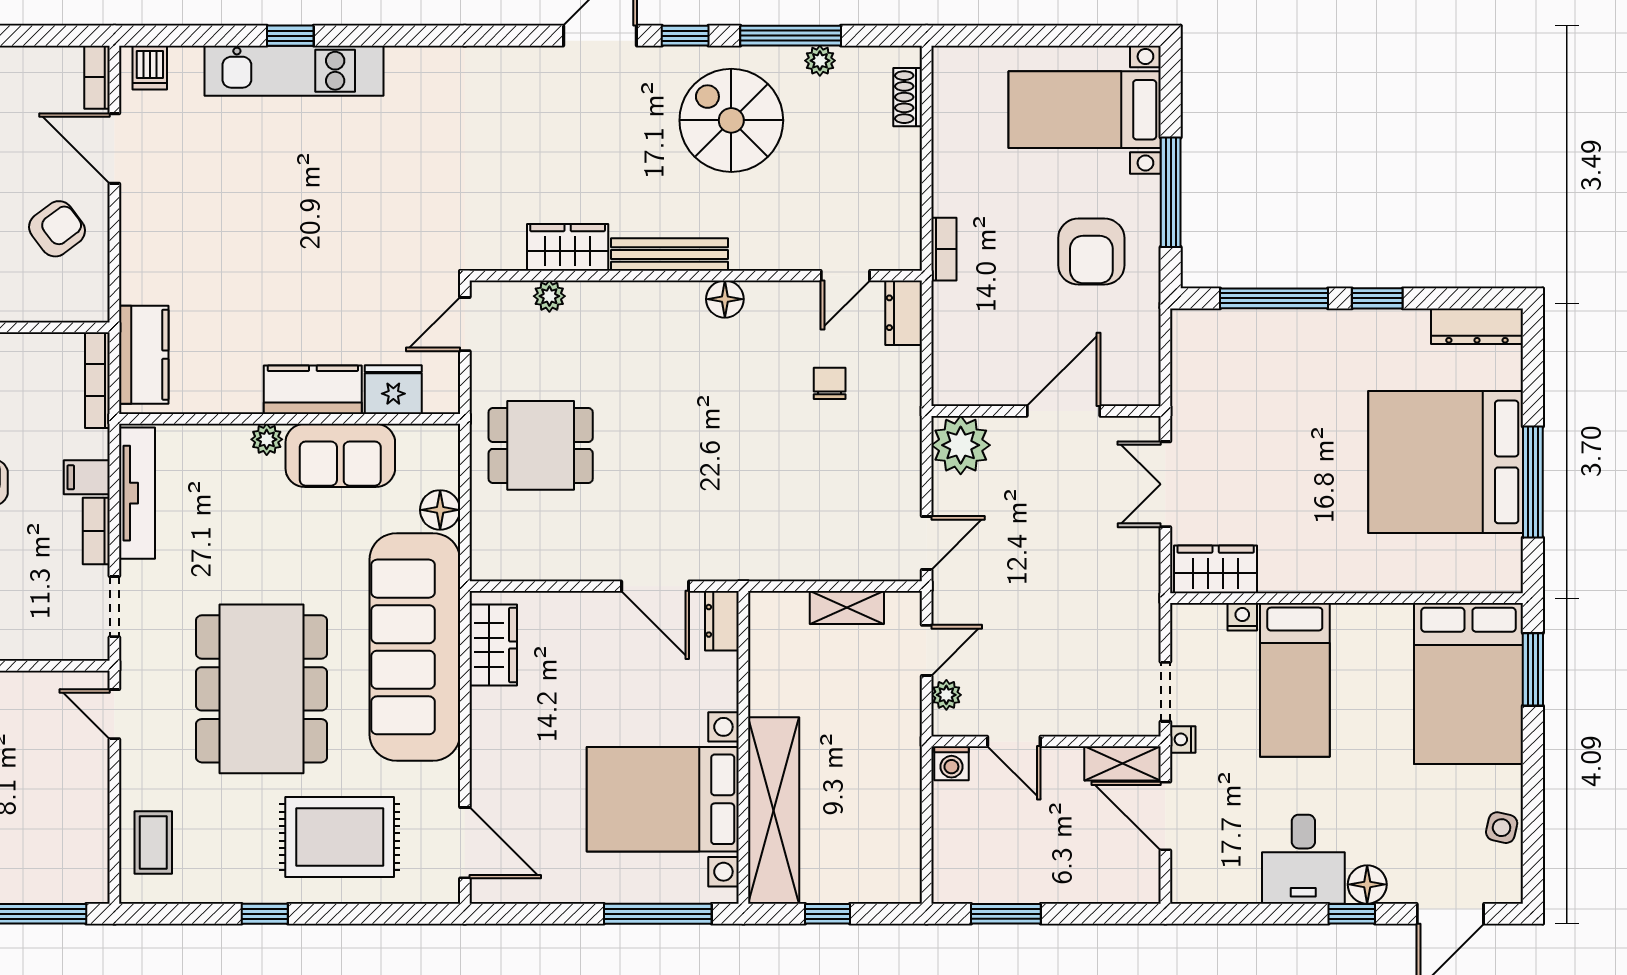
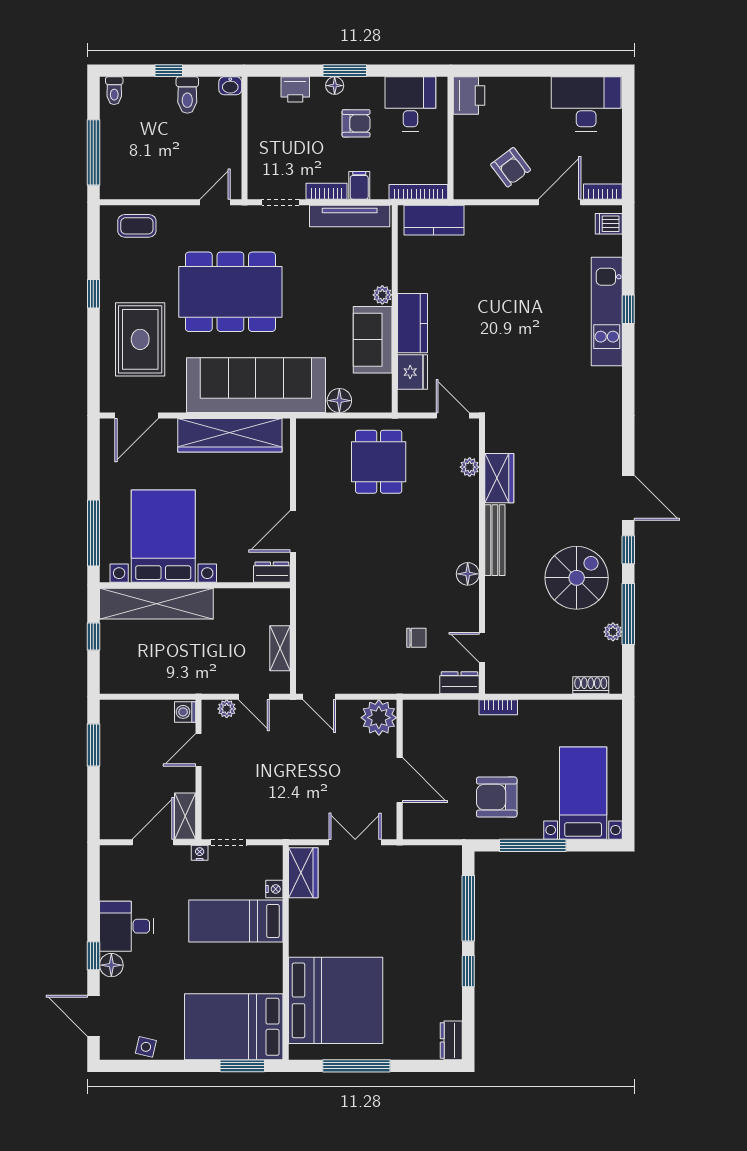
dresser: (1477, 326) -> (451, 1040), width x0.70
bed: (1446, 462) -> (336, 1000), moved, turned 90
wardrobe: (493, 645) -> (230, 435), width x2.10, depth x1.17

